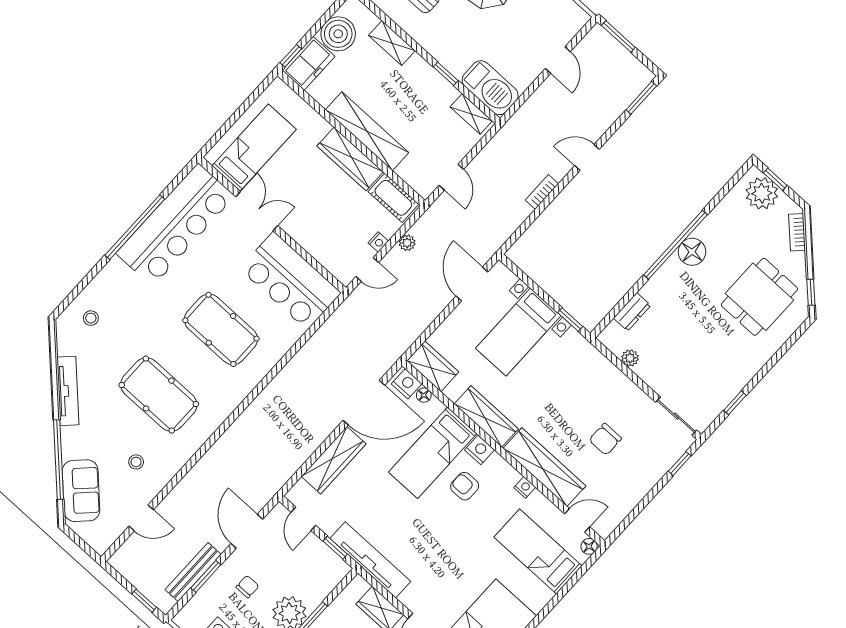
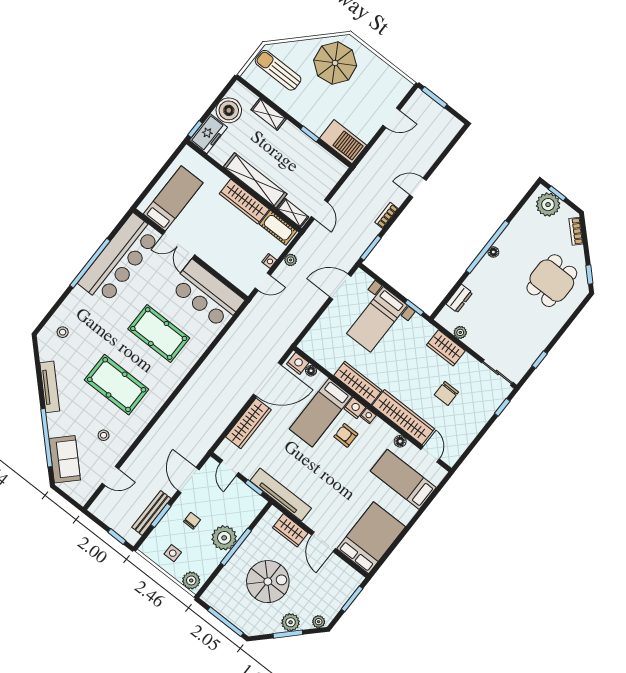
door: (558, 60) -> (391, 118), hinge flipped
window: (641, 98) -> (371, 248), moved
shelving: (471, 114) -> (293, 213), moved
double door: (257, 211) -> (179, 245), swing flipped
floor lamp: (692, 252) -> (493, 252), width x0.53, depth x0.53
door: (472, 284) -> (340, 287), hinge flipped
wardrobe: (433, 366) -> (446, 348), moved, turned 180
nightstand: (525, 487) -> (368, 416), moved
door: (577, 520) -> (430, 454), hinge flipped
floor lamp: (589, 546) -> (400, 441), moved

